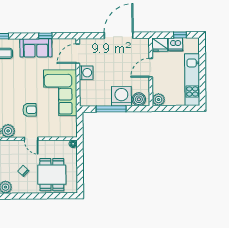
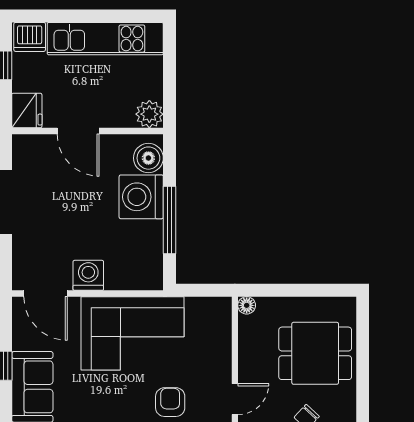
dishwasher: (175, 44) -> (30, 37), moved, turned 90

